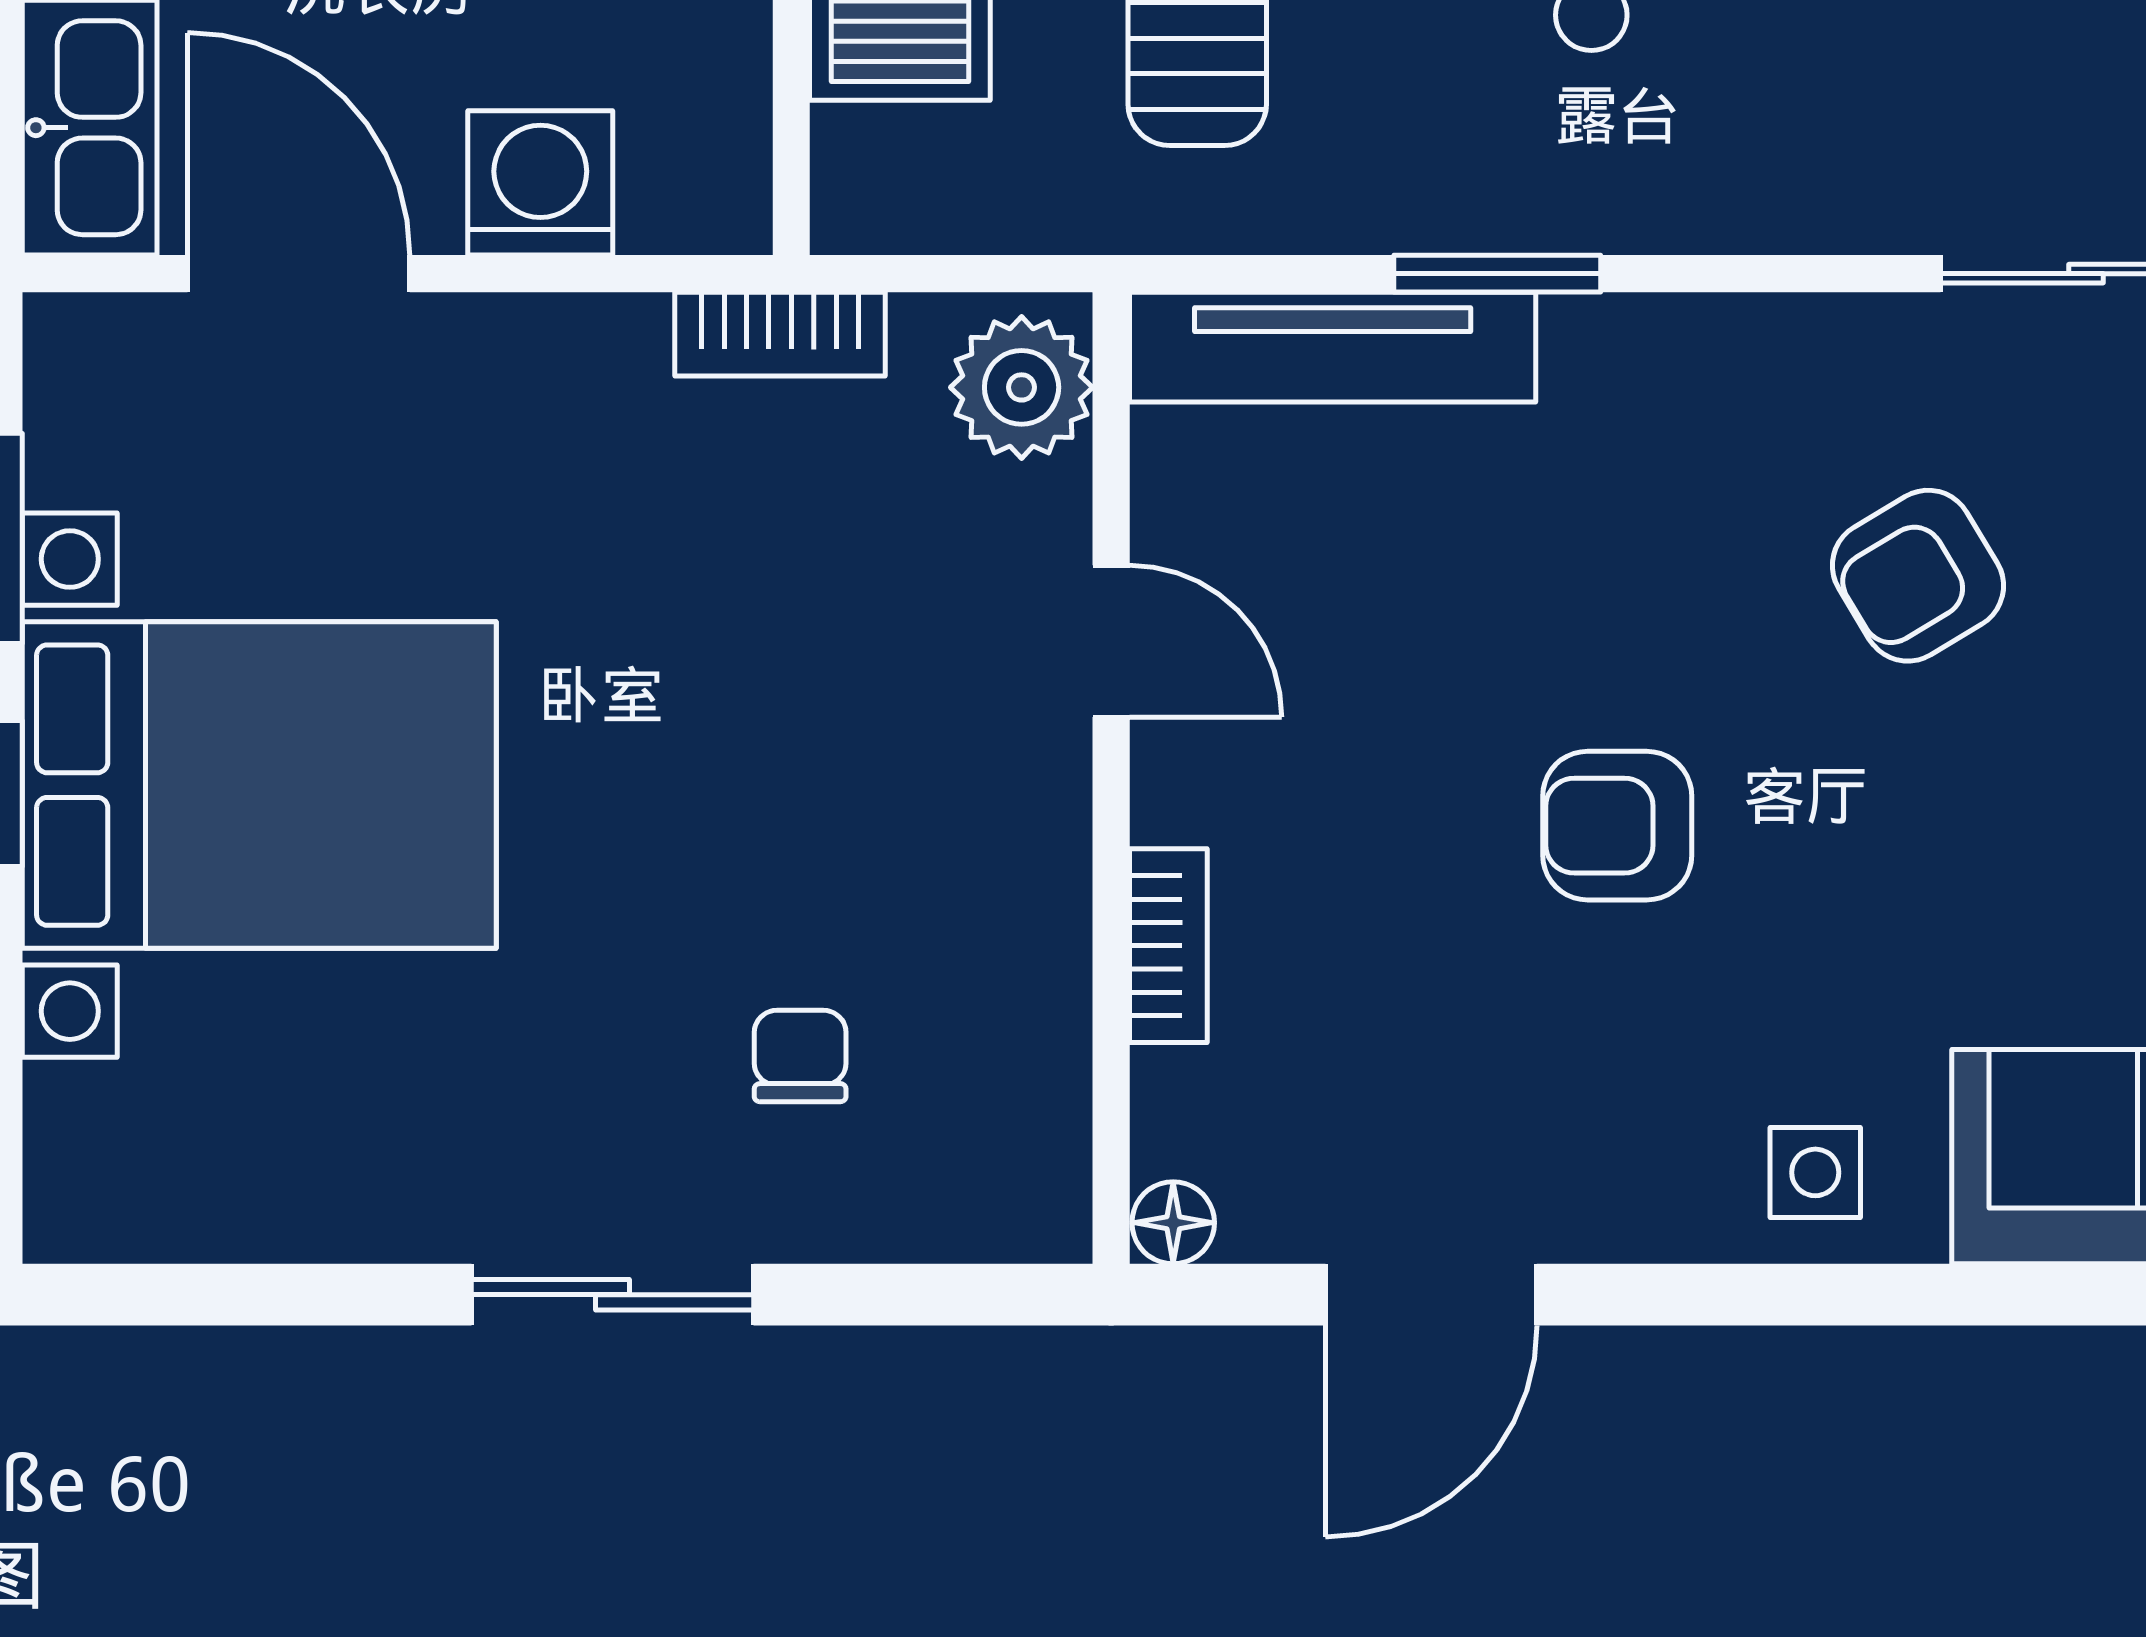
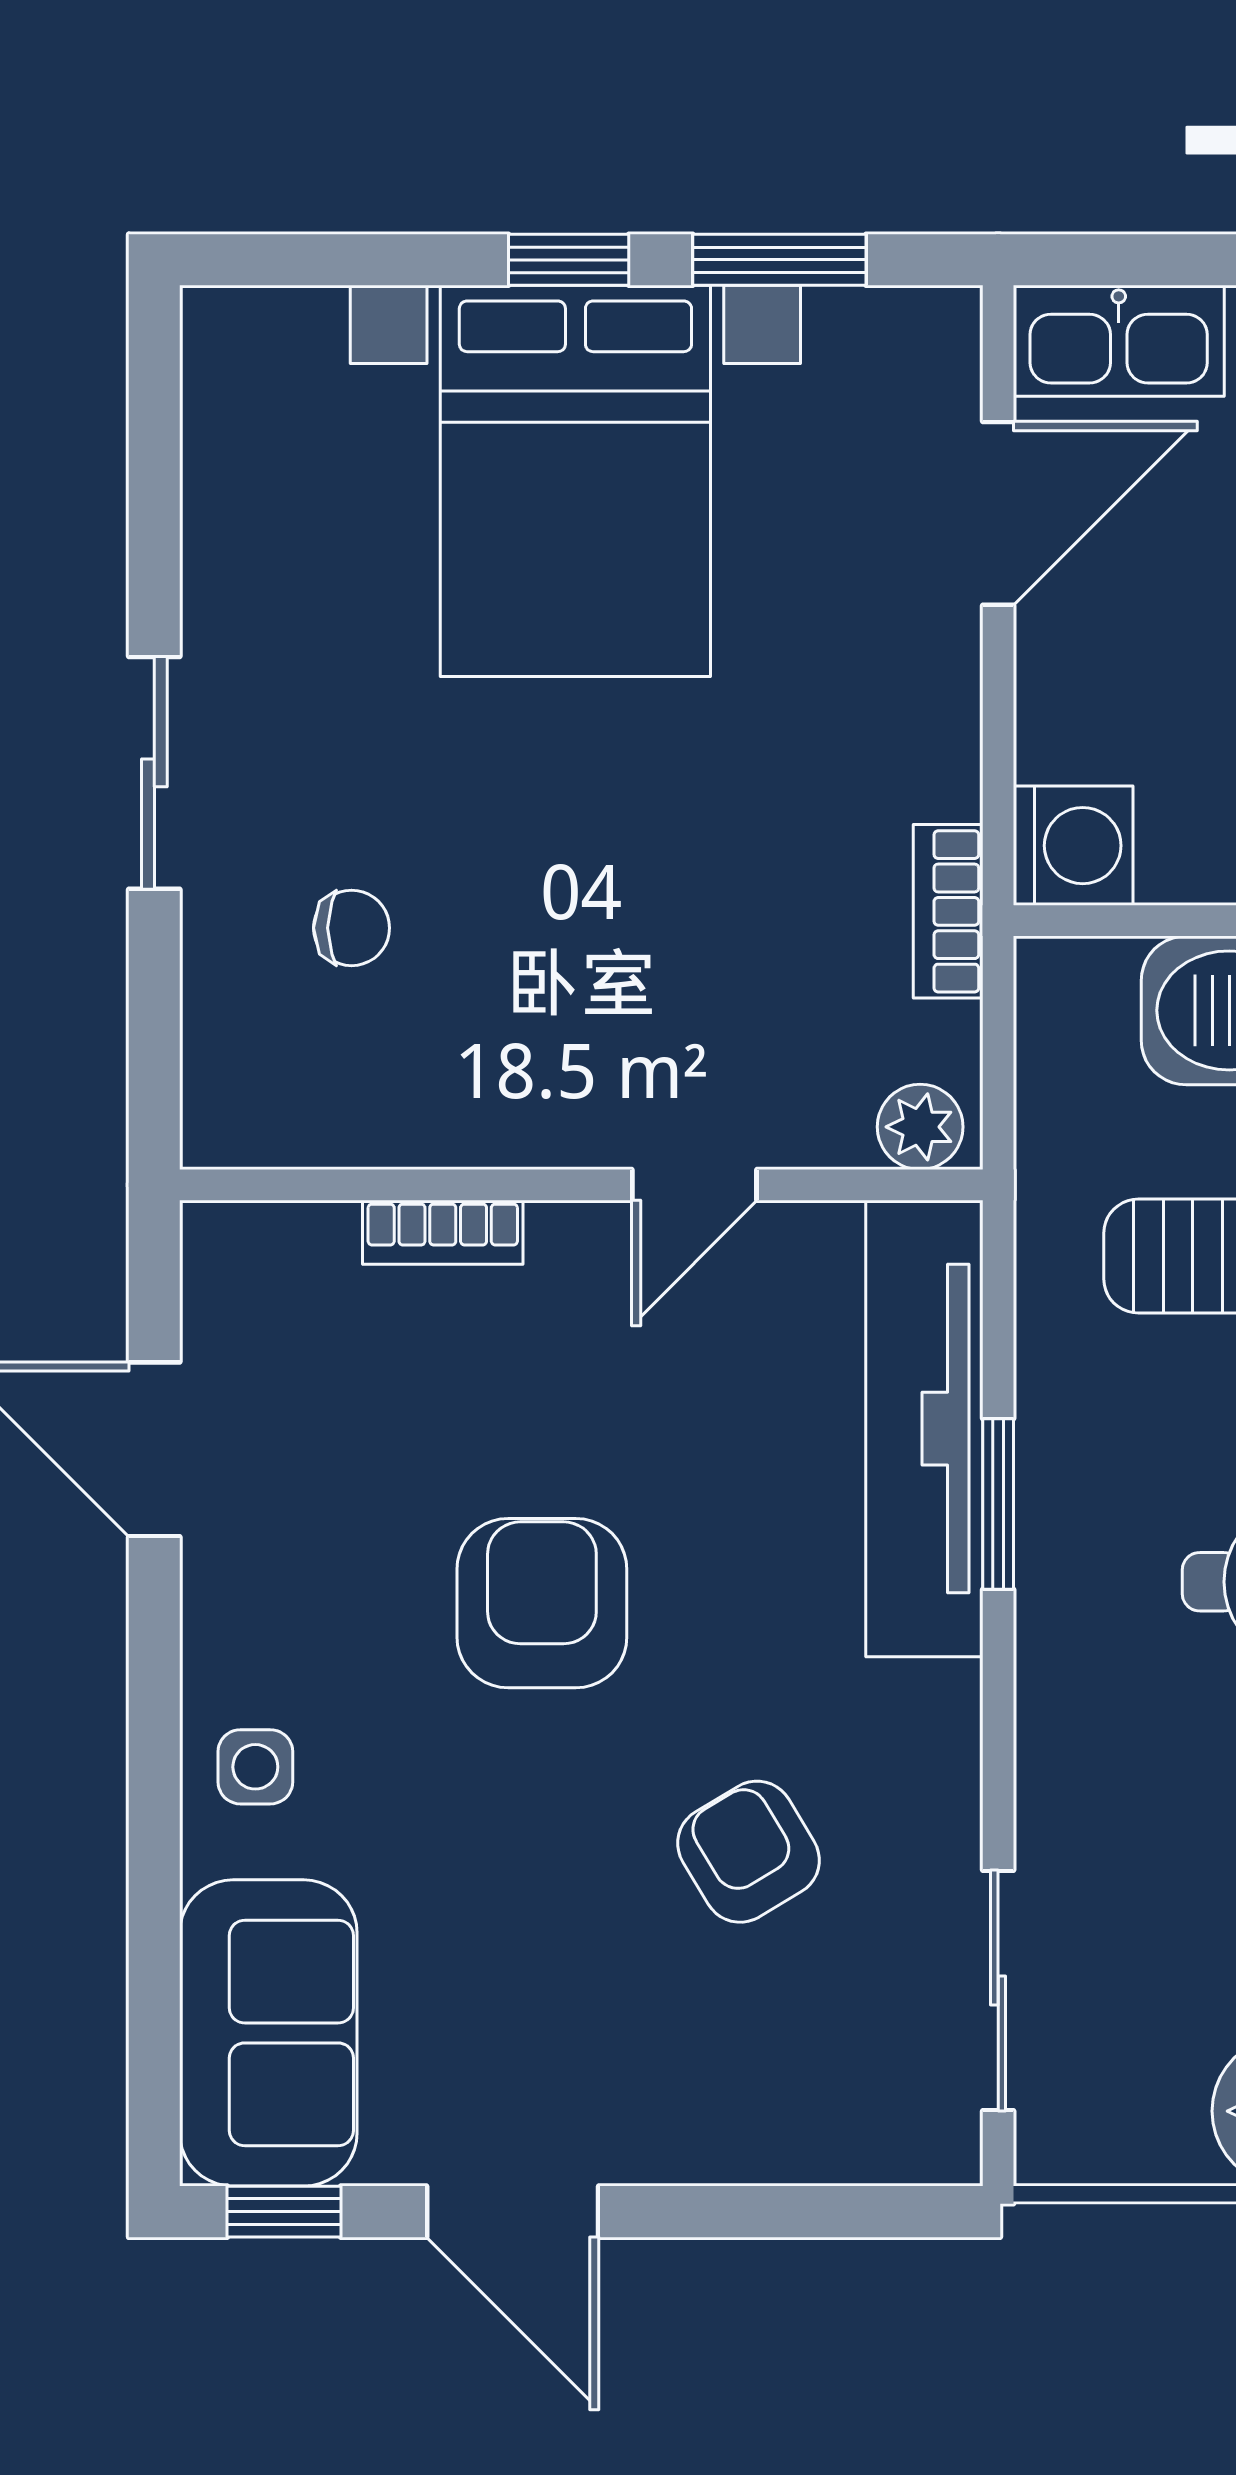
washing machine: (540, 183) -> (1073, 846), moved
tv unit: (1333, 347) -> (924, 1429), width x1.36, depth x1.29
plant: (1022, 387) -> (920, 1127), width x0.73, depth x0.73
armchair: (1617, 826) -> (542, 1603), width x1.38, depth x1.38
floor lamp: (1173, 1223) -> (214, 1236), removed

